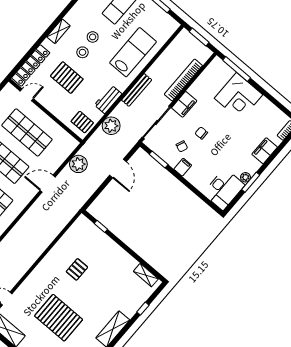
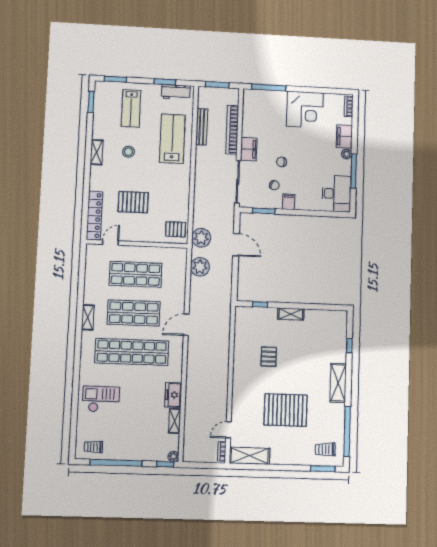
shelving: (58, 31) -> (97, 152), moved
stool: (83, 52) -> (130, 171), removed
bench: (137, 90) -> (202, 127), moved
corner desk: (238, 97) -> (305, 110), moved
workbench: (108, 99) -> (176, 92), moved, turned -90
plant: (111, 126) -> (201, 238), moved
plant: (245, 177) -> (347, 154), moved
window: (251, 182) -> (354, 171), width x1.44
door: (48, 184) -> (186, 325), moved
shelving: (146, 275) -> (291, 314), moved

